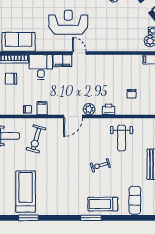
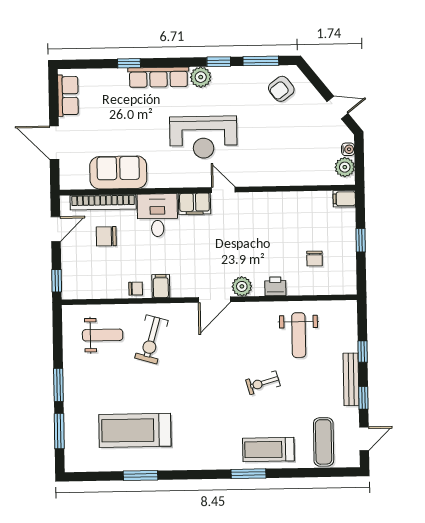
reception desk: (68, 22) -> (203, 137), turned 180
treadmill: (26, 192) -> (135, 430), turned -90

